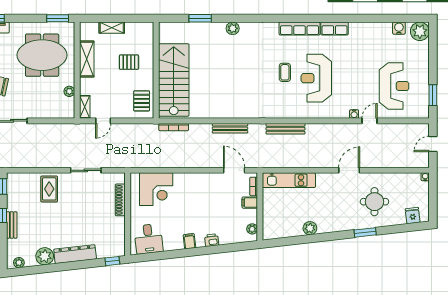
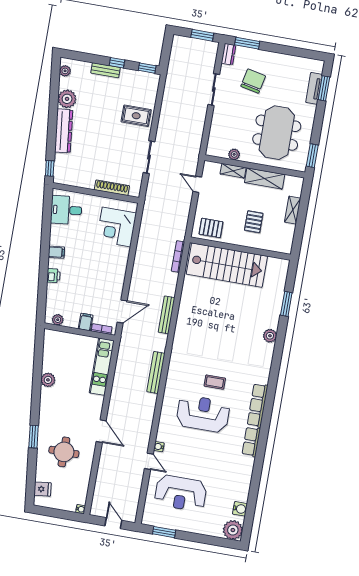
shelving: (85, 107) -> (233, 171), moved

